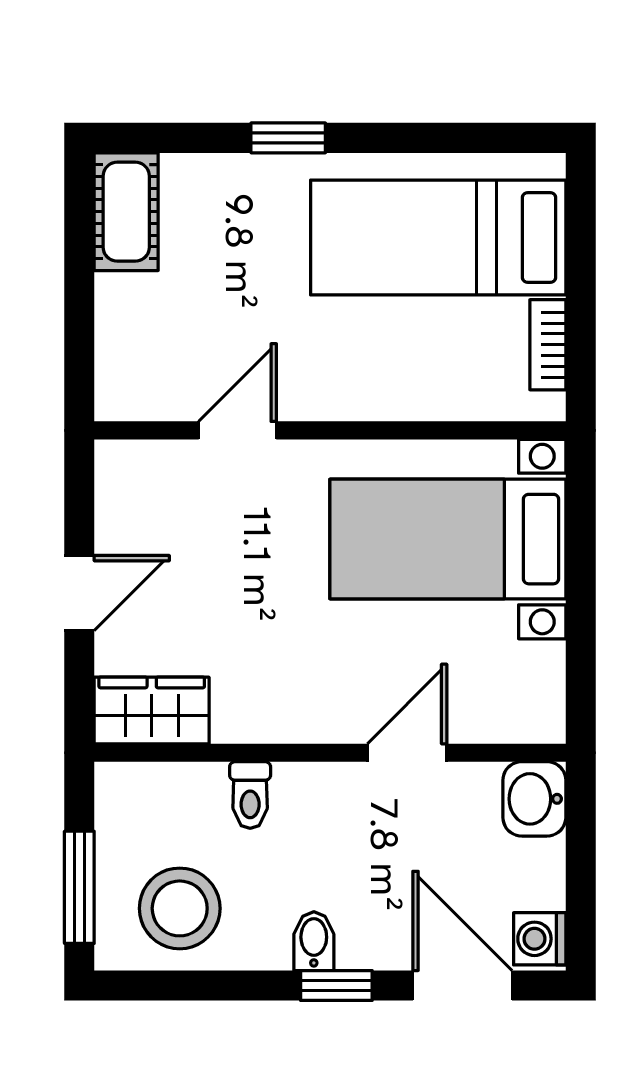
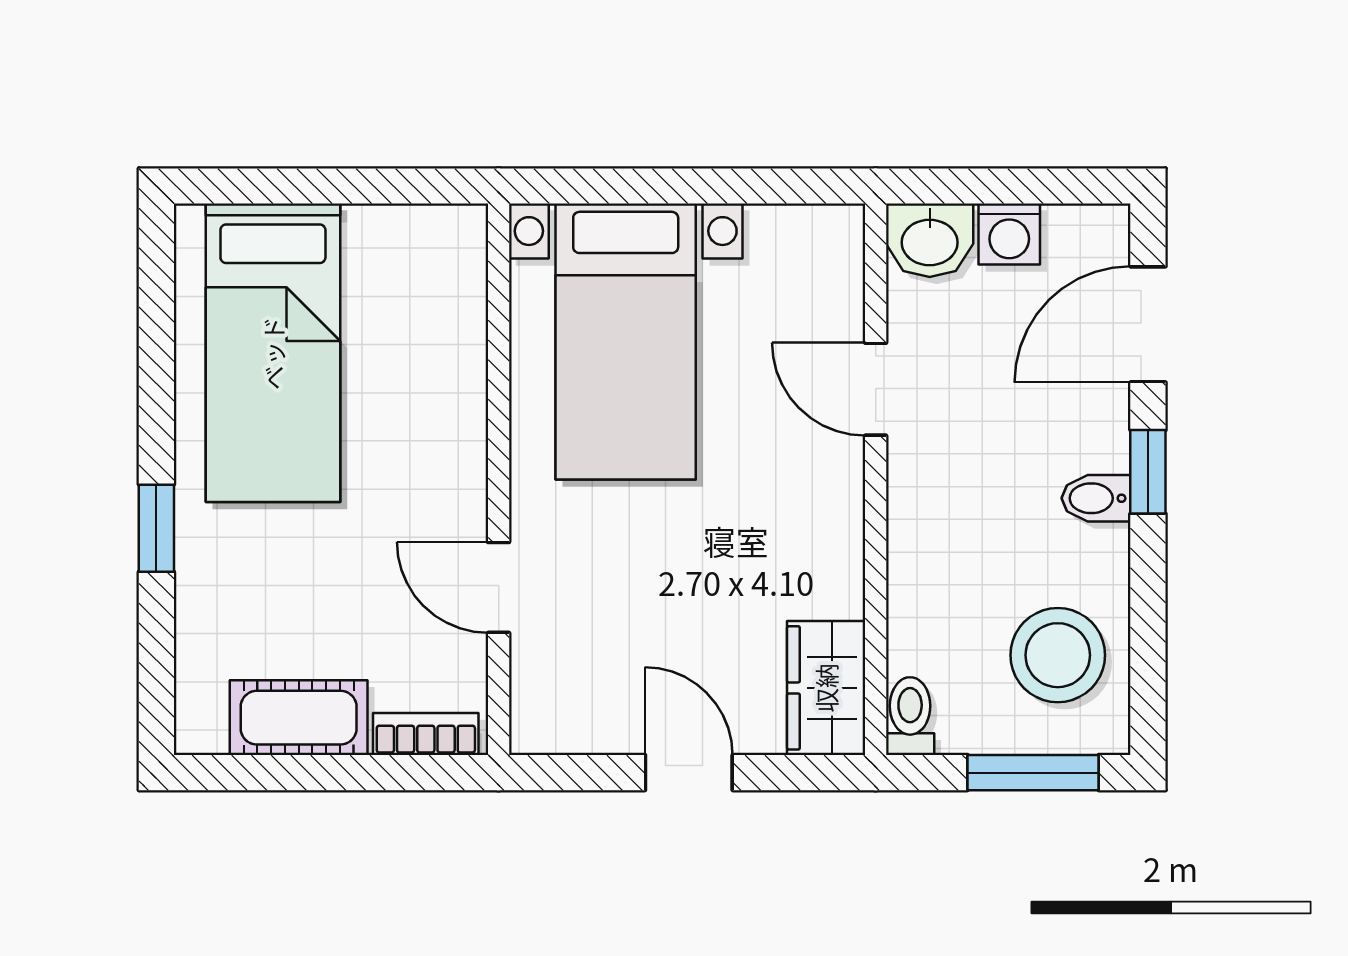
cot: (126, 212) -> (299, 718), moved
bookcase: (548, 345) -> (426, 734), moved, turned 180
toilet: (250, 795) -> (910, 716), moved, turned -90
washing machine: (540, 939) -> (1009, 234), moved

